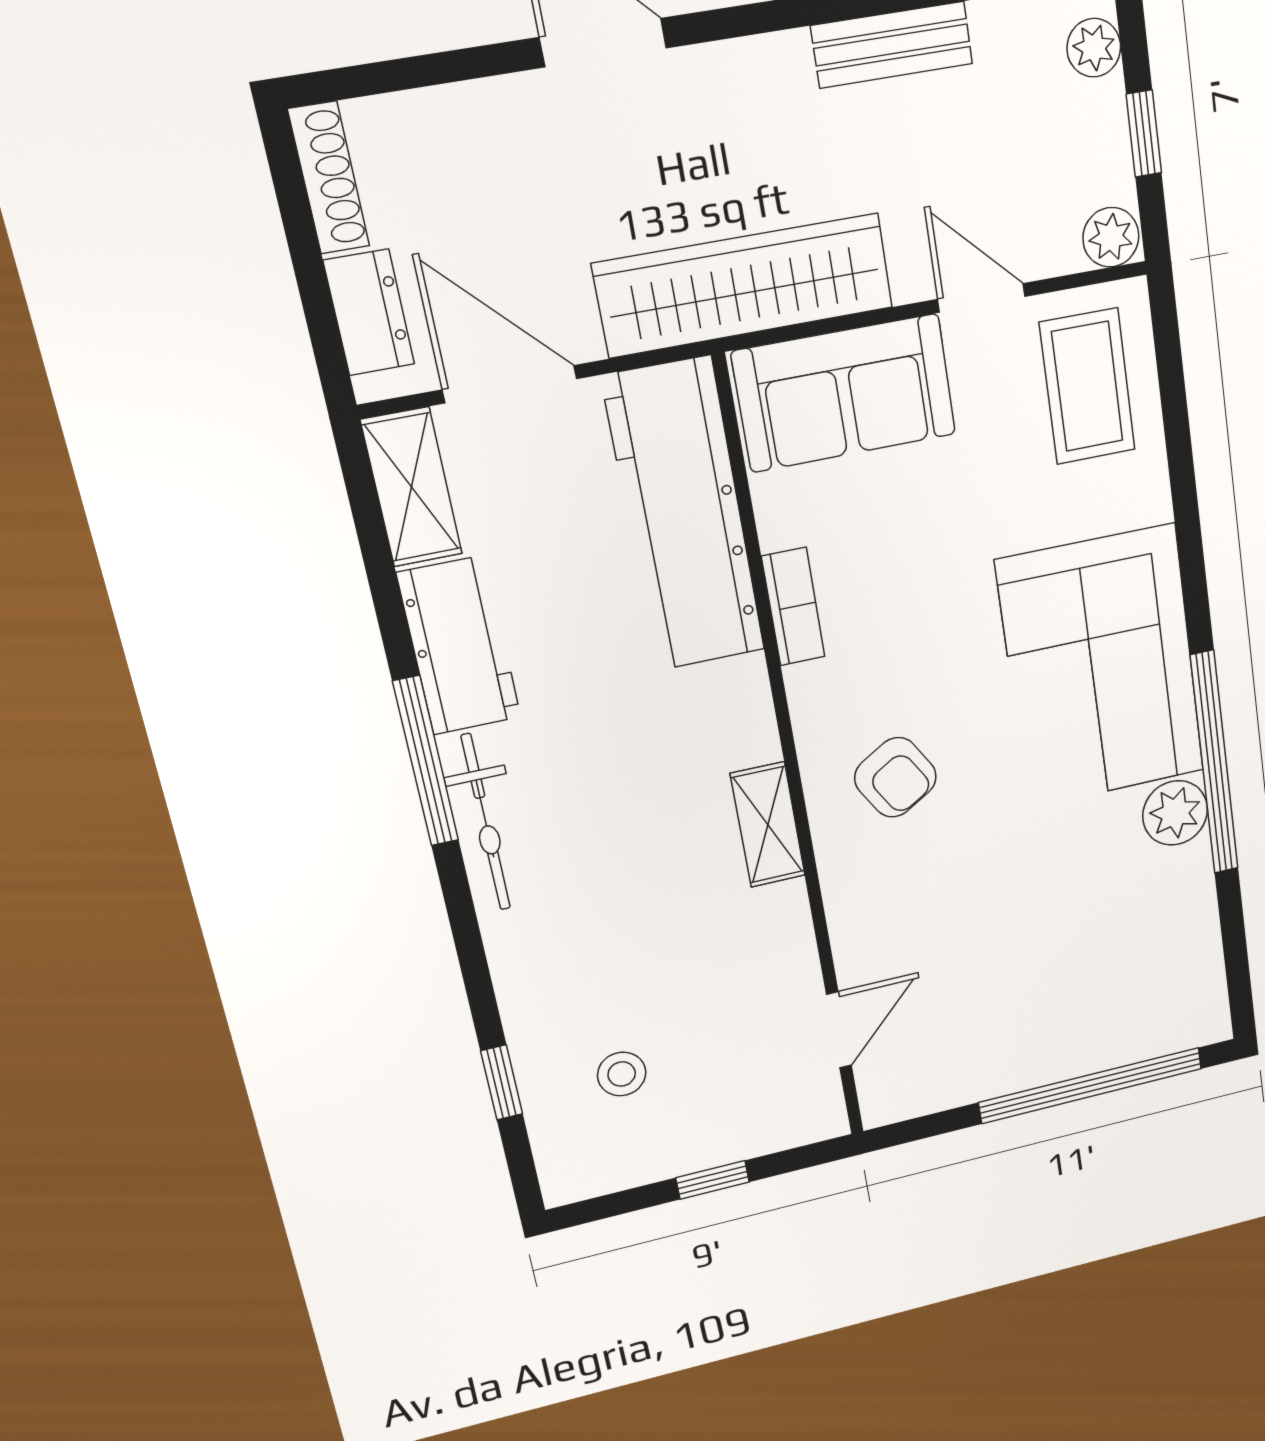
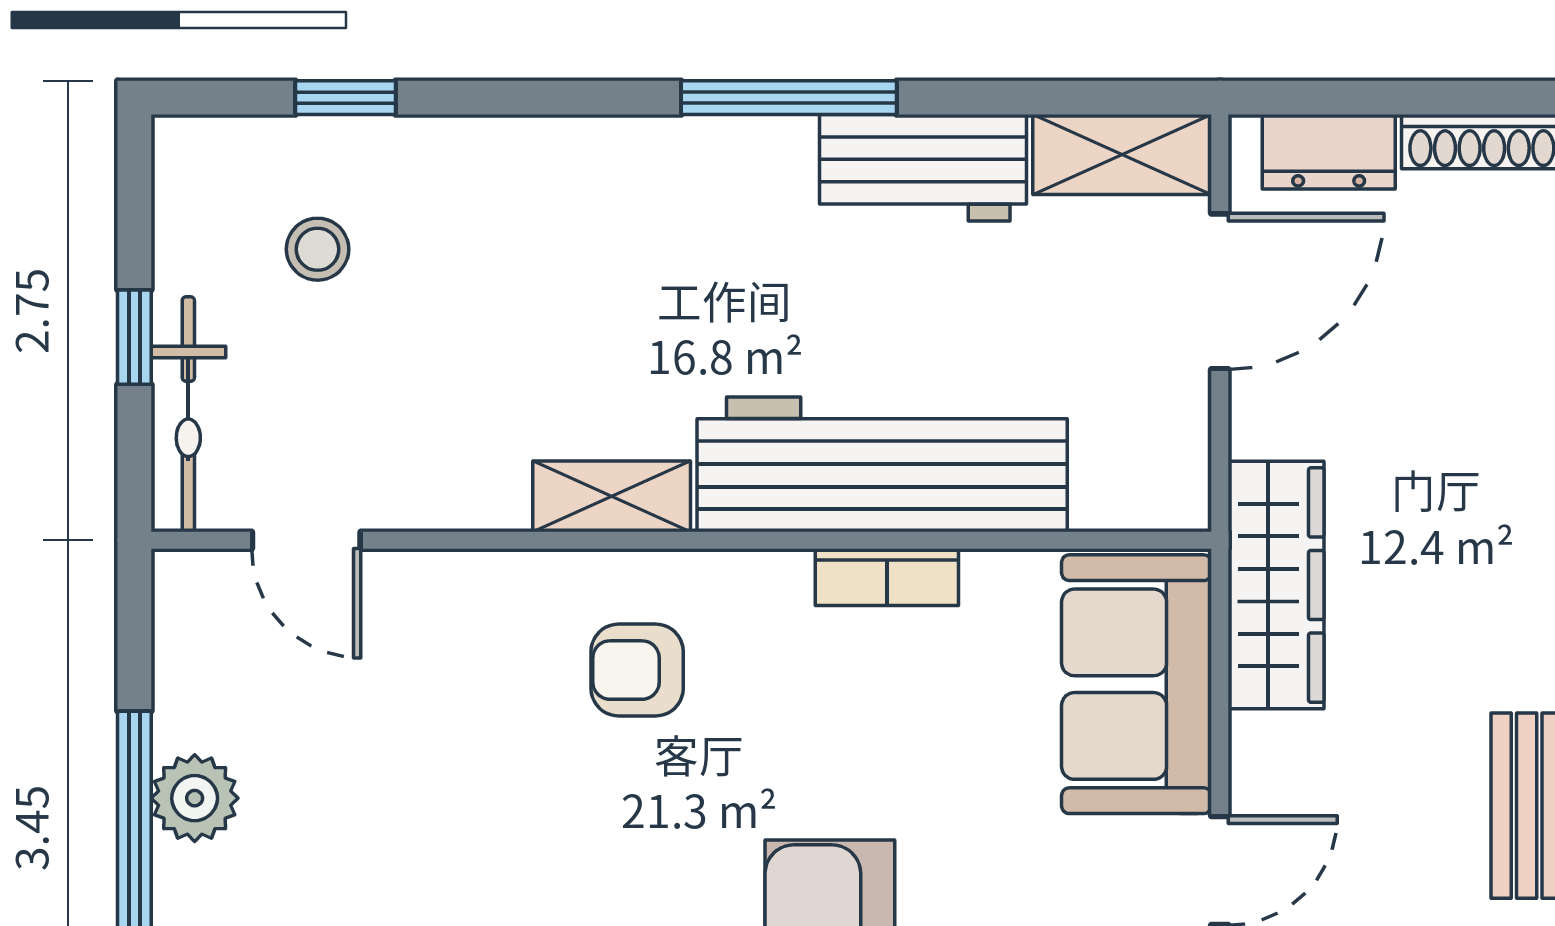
wardrobe: (744, 286) -> (1276, 585), width x0.71, depth x0.85
workbench: (684, 515) -> (882, 464), moved
armchair: (895, 777) -> (637, 670), turned 31
bicycle: (486, 822) -> (188, 414), moved, turned -90
plant: (1035, 1059) -> (195, 798), added

